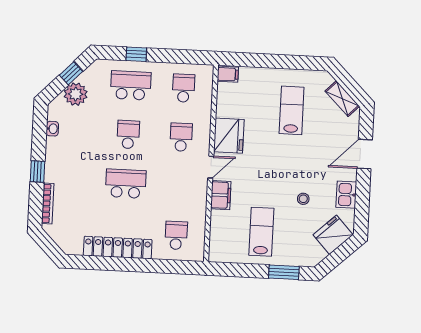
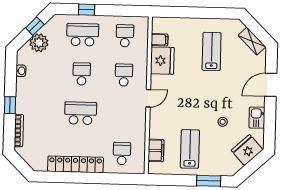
filing cabinet: (228, 74) -> (160, 40), moved
fridge: (229, 136) -> (162, 61), moved
filing cabinet: (221, 195) -> (156, 150), moved

